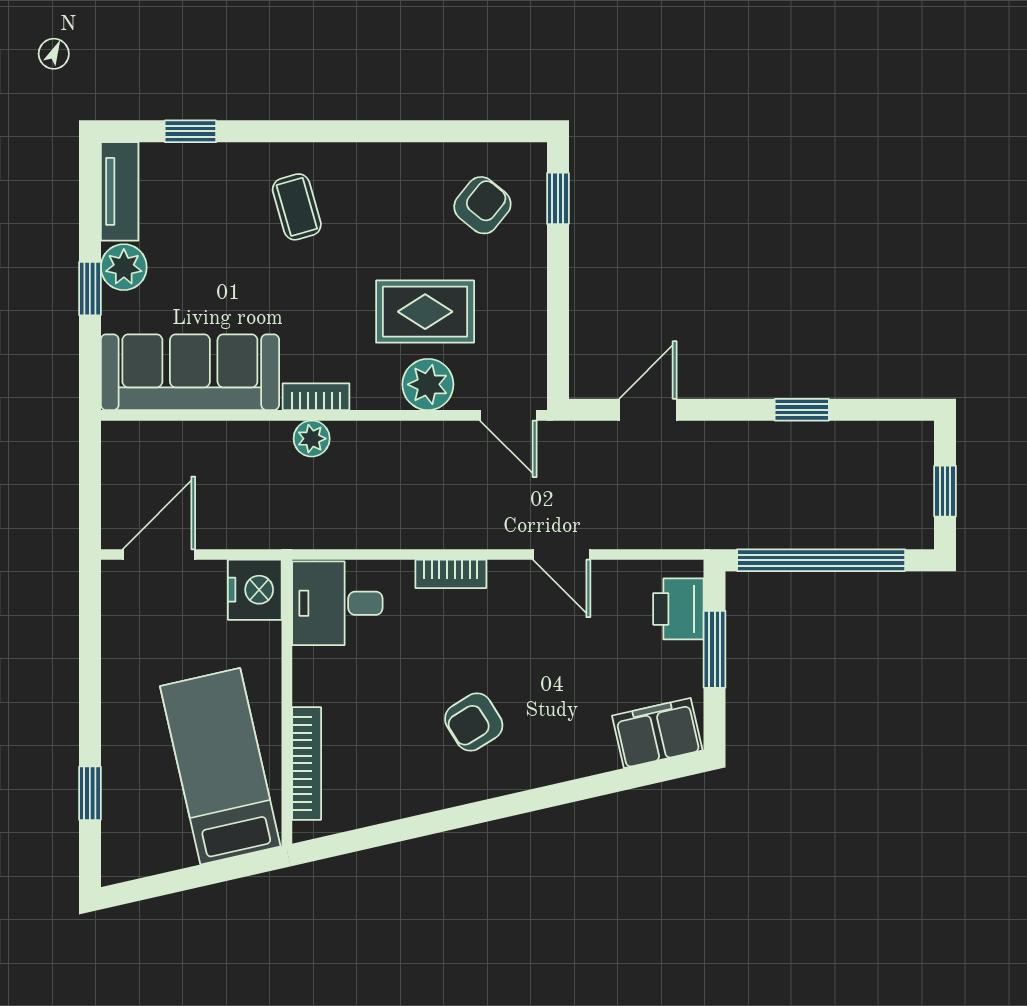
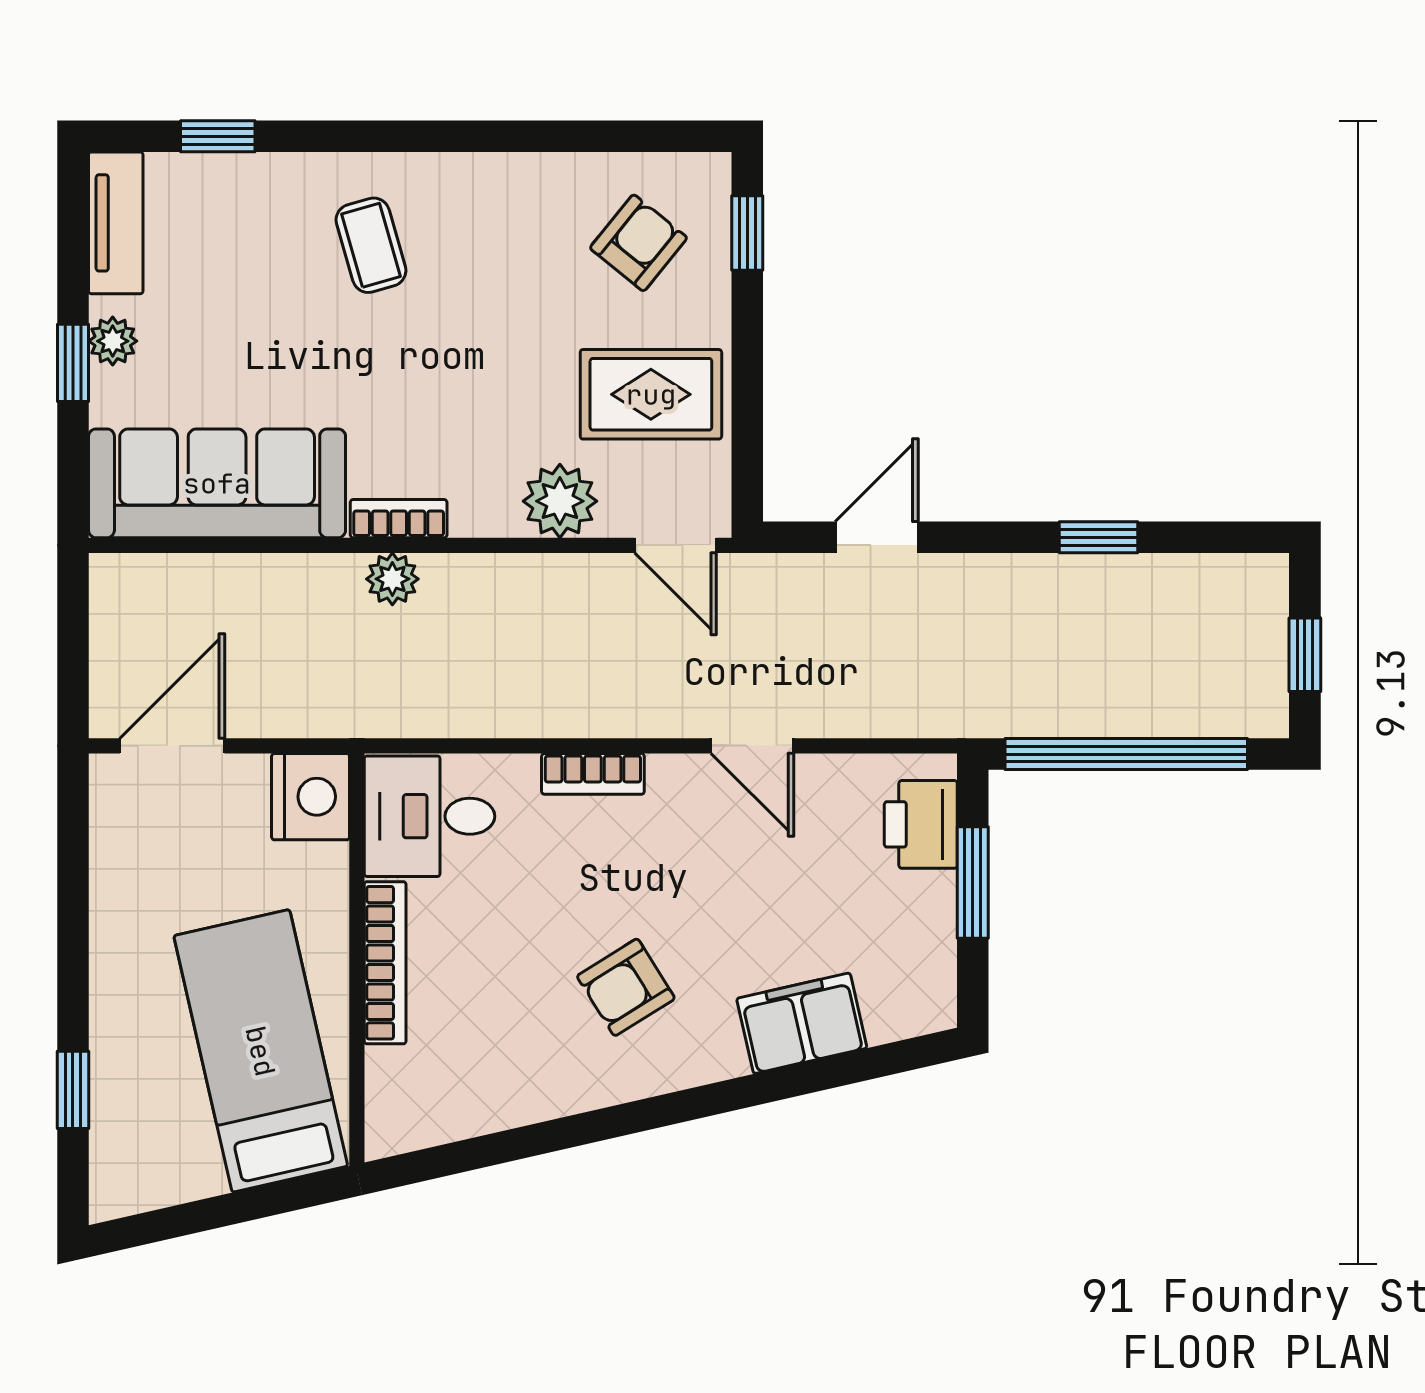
plant: (124, 267) -> (113, 341), width x0.73, depth x0.73
rug: (425, 312) -> (651, 394), moved
filing cabinet: (657, 733) -> (802, 1023), moved
bookcase: (307, 763) -> (385, 963), moved

